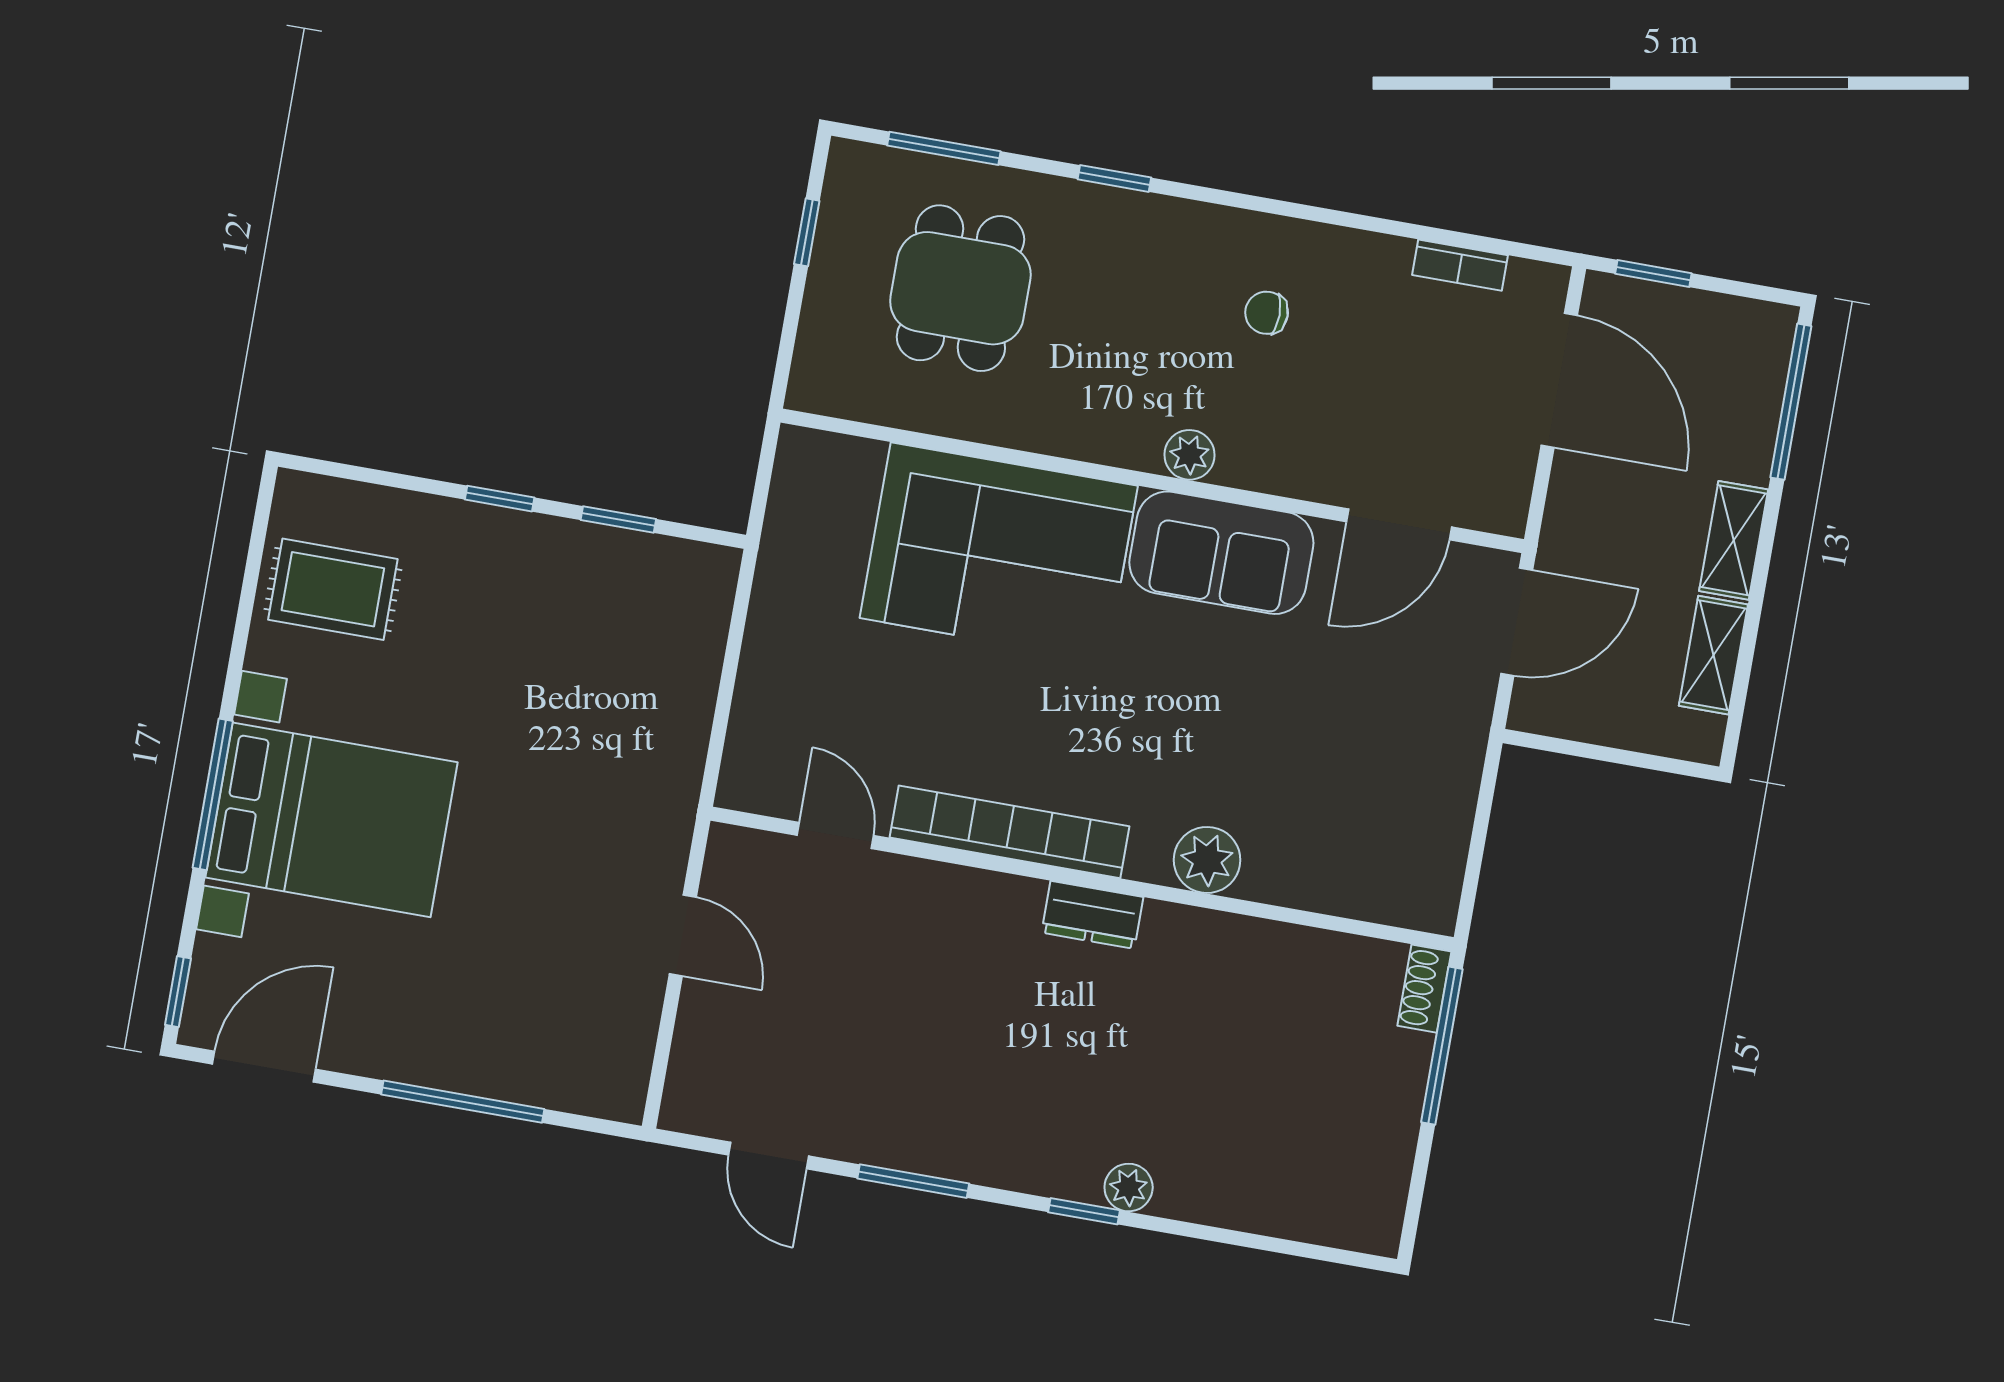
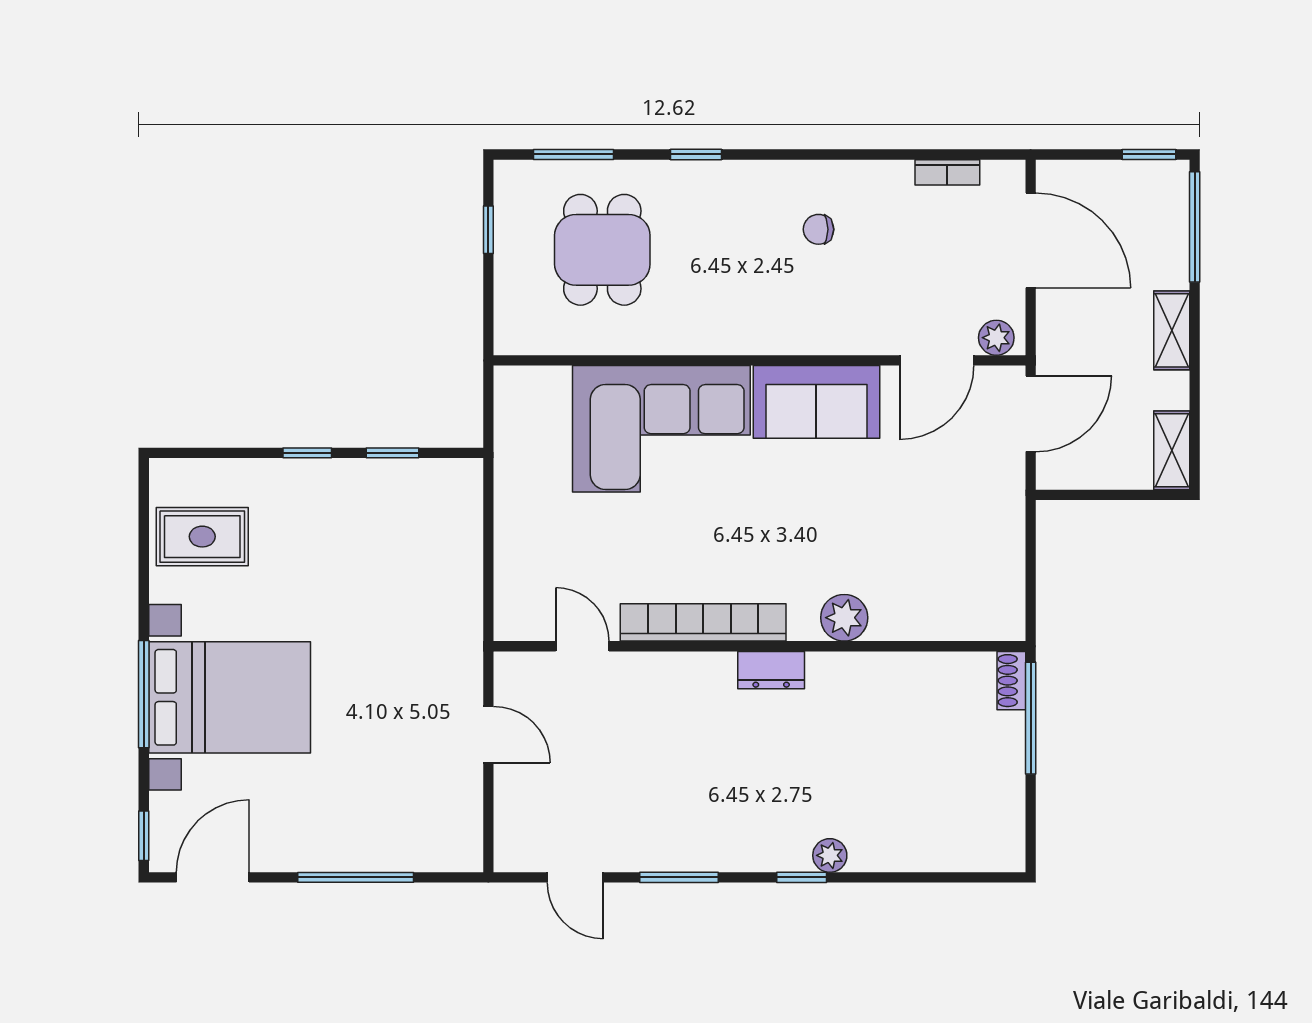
window: (1653, 274) -> (1149, 154), moved
plant: (1189, 455) -> (996, 338), moved
shelving: (1713, 655) -> (1172, 450), moved

